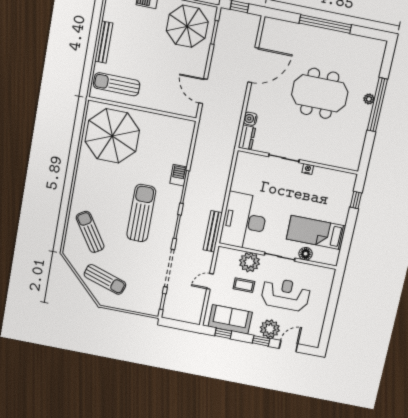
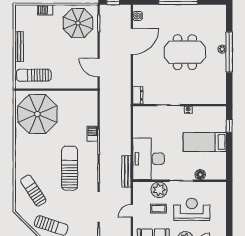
water cooler: (250, 119) -> (138, 16), moved
bed: (316, 233) -> (205, 142), moved

